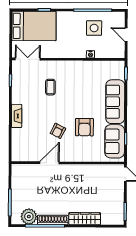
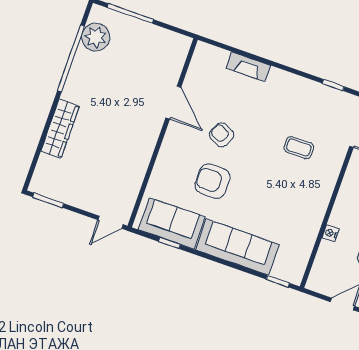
fireplace: (17, 116) -> (248, 67), moved
shoe rack: (53, 220) -> (76, 75), removed

